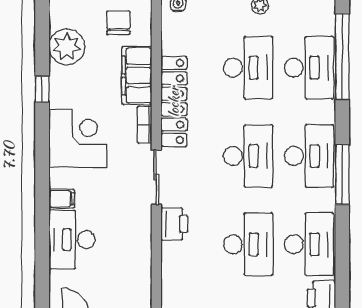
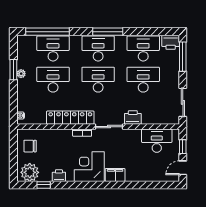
plant: (67, 47) -> (30, 172), moved
filing cabinet: (137, 76) -> (57, 137), removed
printer: (60, 79) -> (59, 176), added
window: (42, 89) -> (44, 185), moved
filing cabinet: (62, 199) -> (115, 175), width x2.00
desk: (72, 240) -> (157, 141), moved, turned 180

